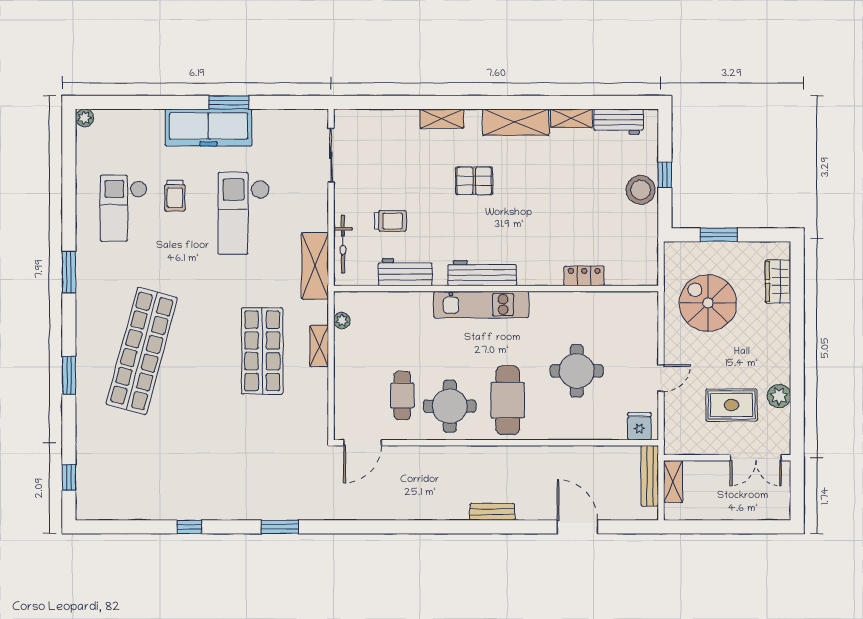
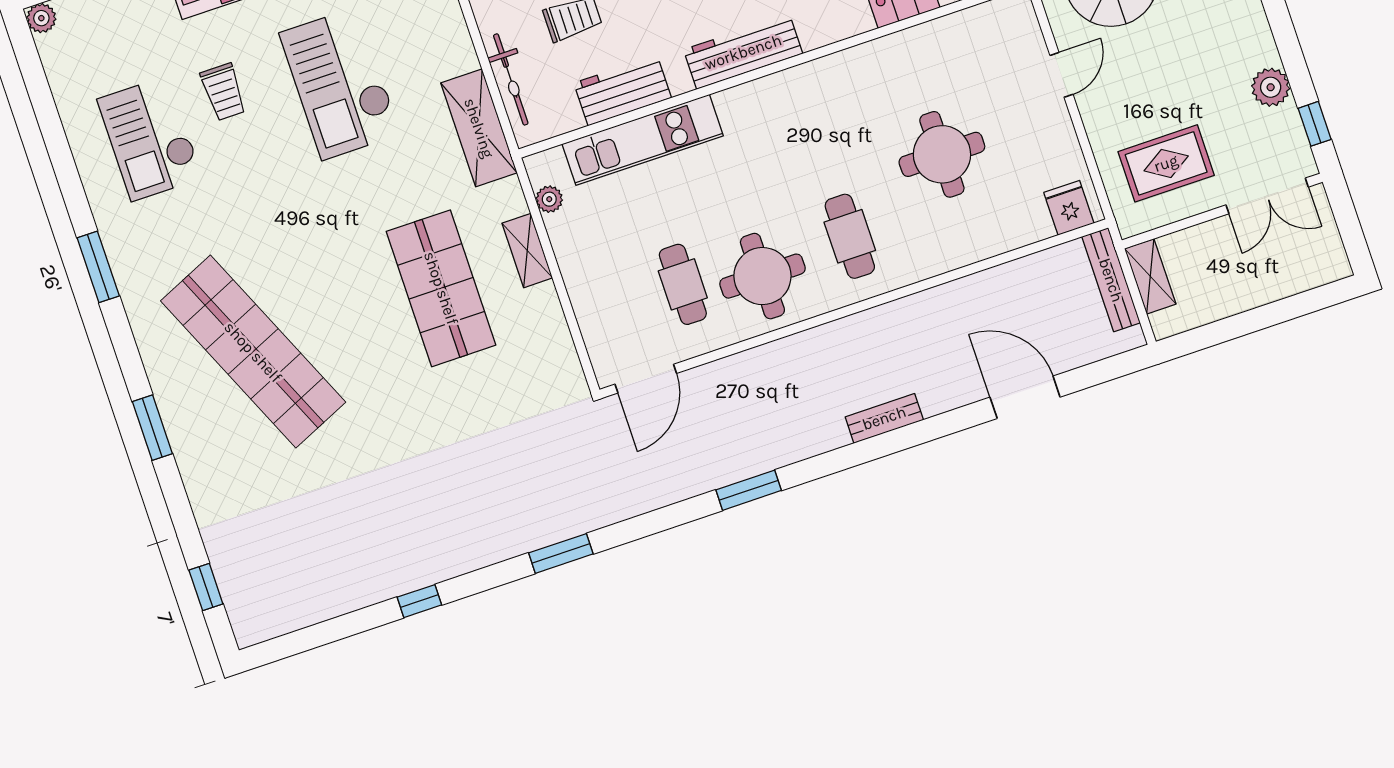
kitchen unit: (481, 305) -> (643, 140), moved
shop shelf: (142, 351) -> (253, 352), turned -39
door: (661, 378) -> (1061, 75), moved
cafe table: (508, 400) -> (850, 236), width x0.73, depth x0.74
rug: (732, 405) -> (1166, 163), moved
window: (797, 426) -> (1315, 124), added
window: (400, 527) -> (749, 490), added

